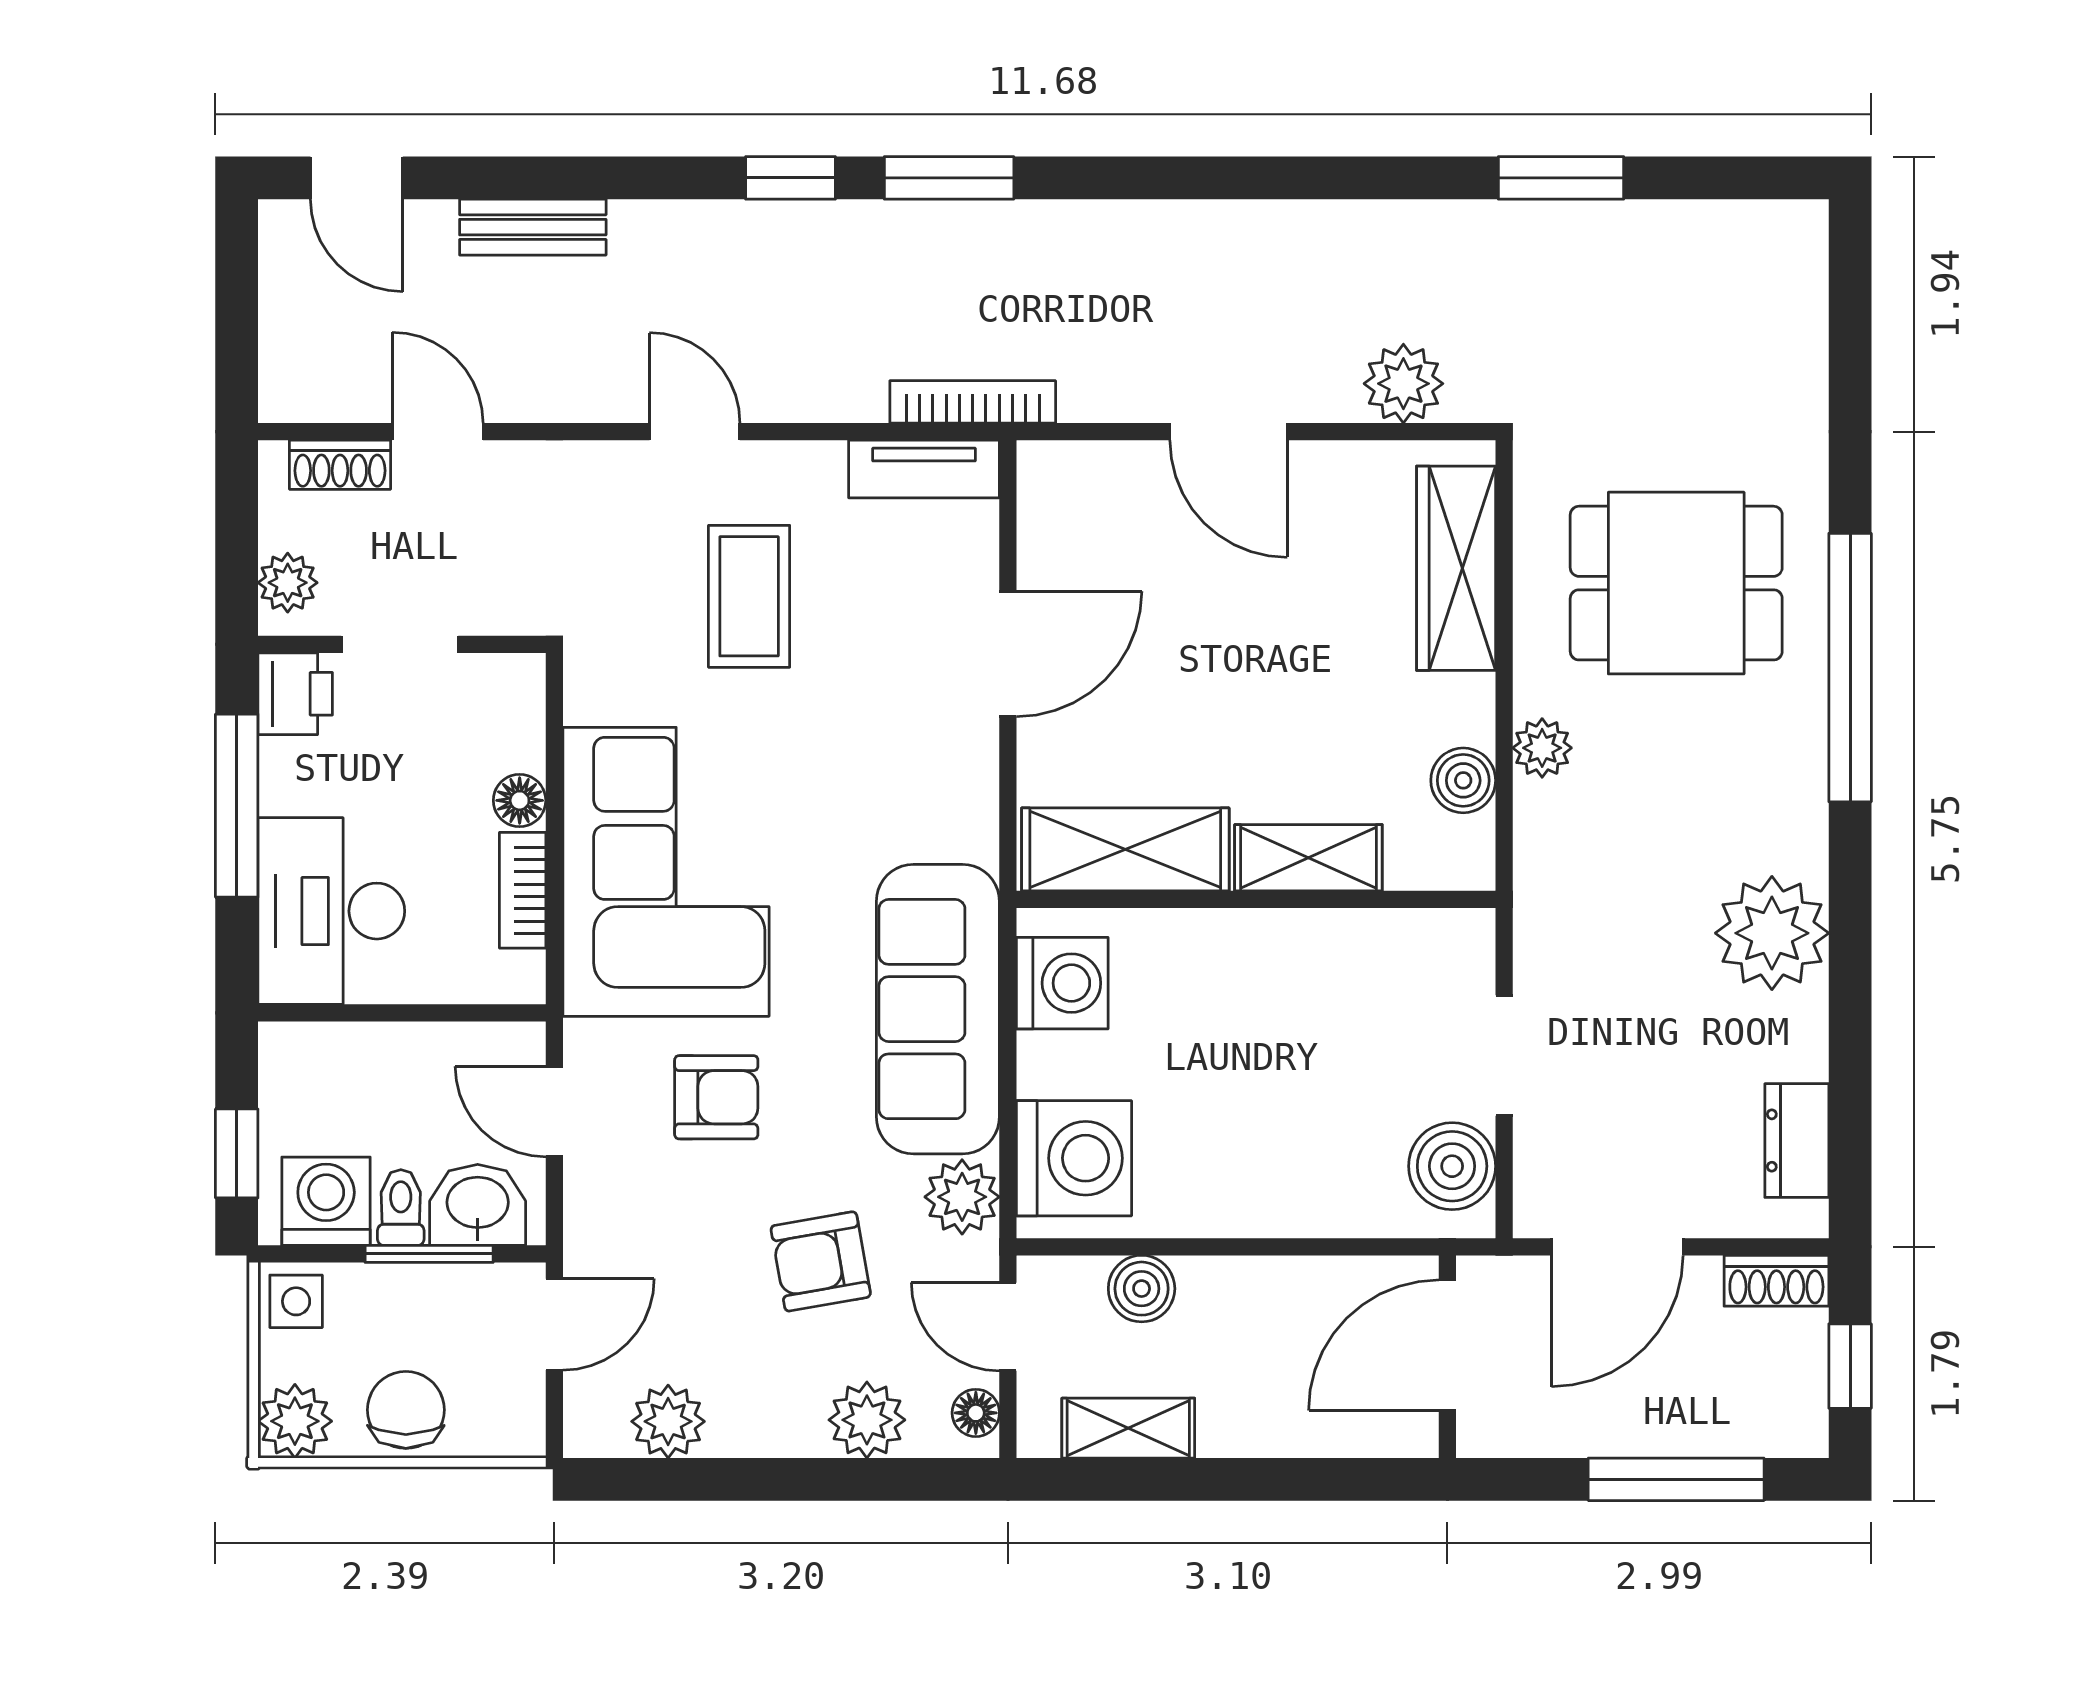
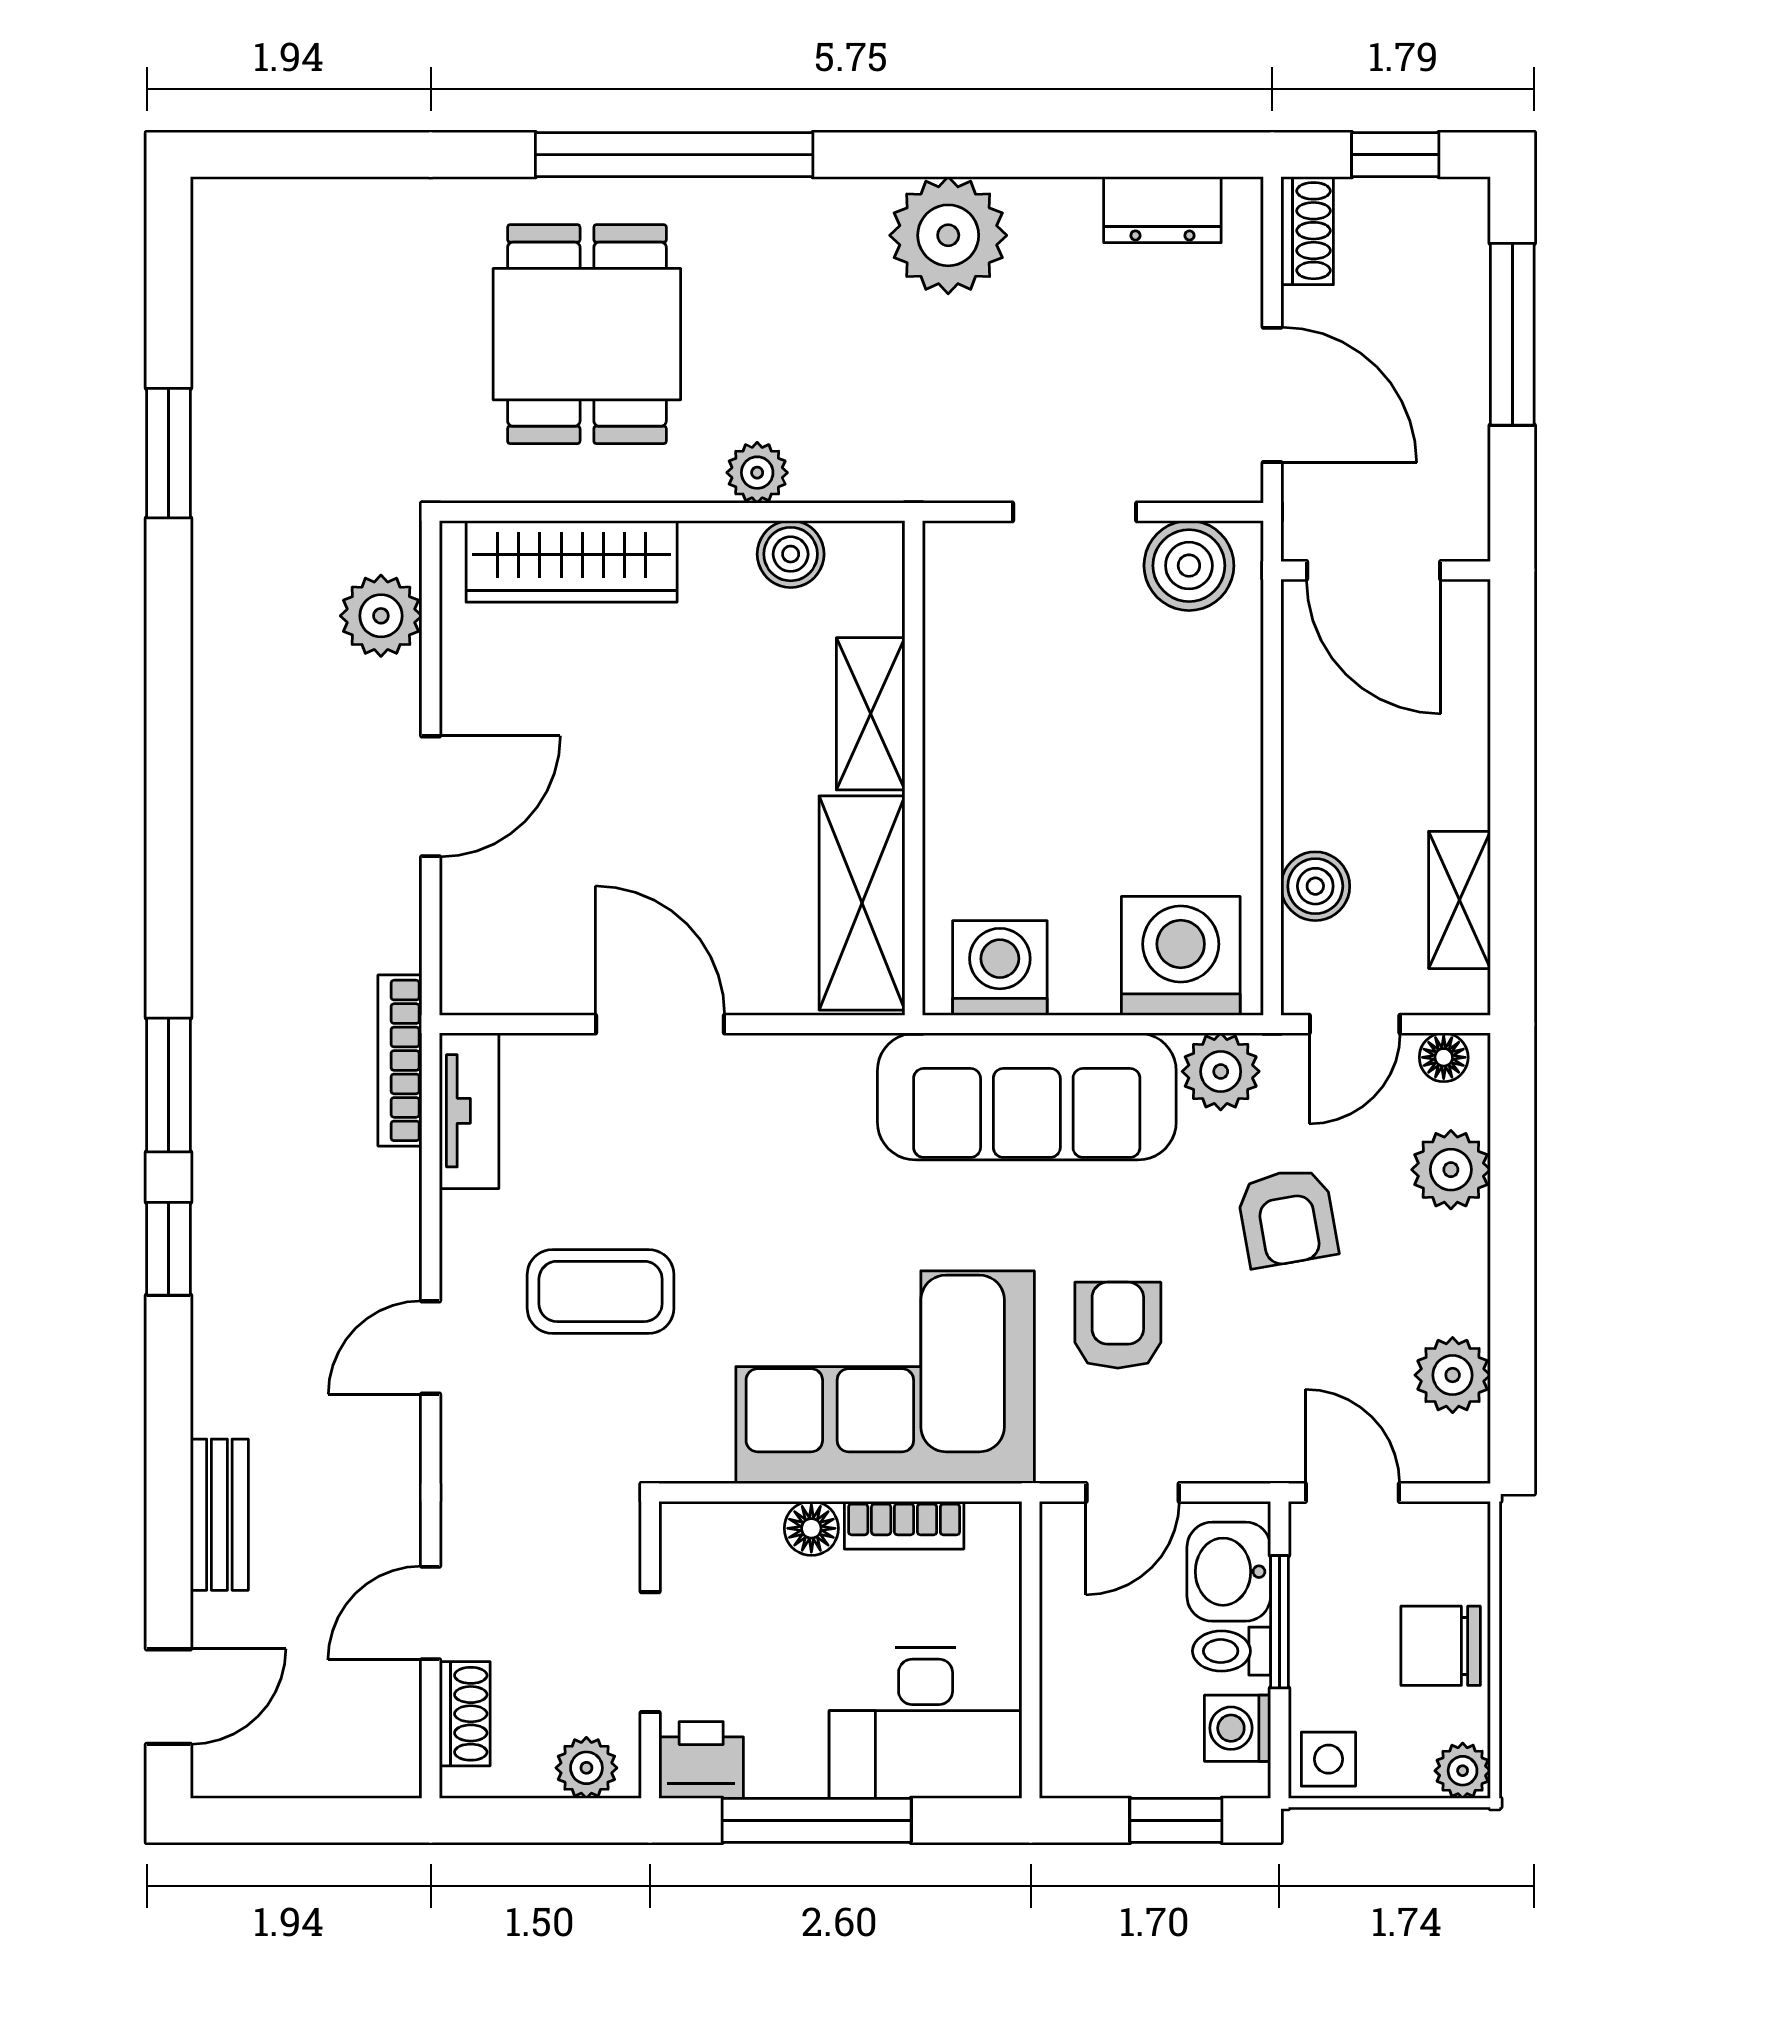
washing machine: (326, 1201) -> (1238, 1728), width x0.73, depth x0.73
plant: (295, 1421) -> (1463, 1771), width x0.73, depth x0.73

